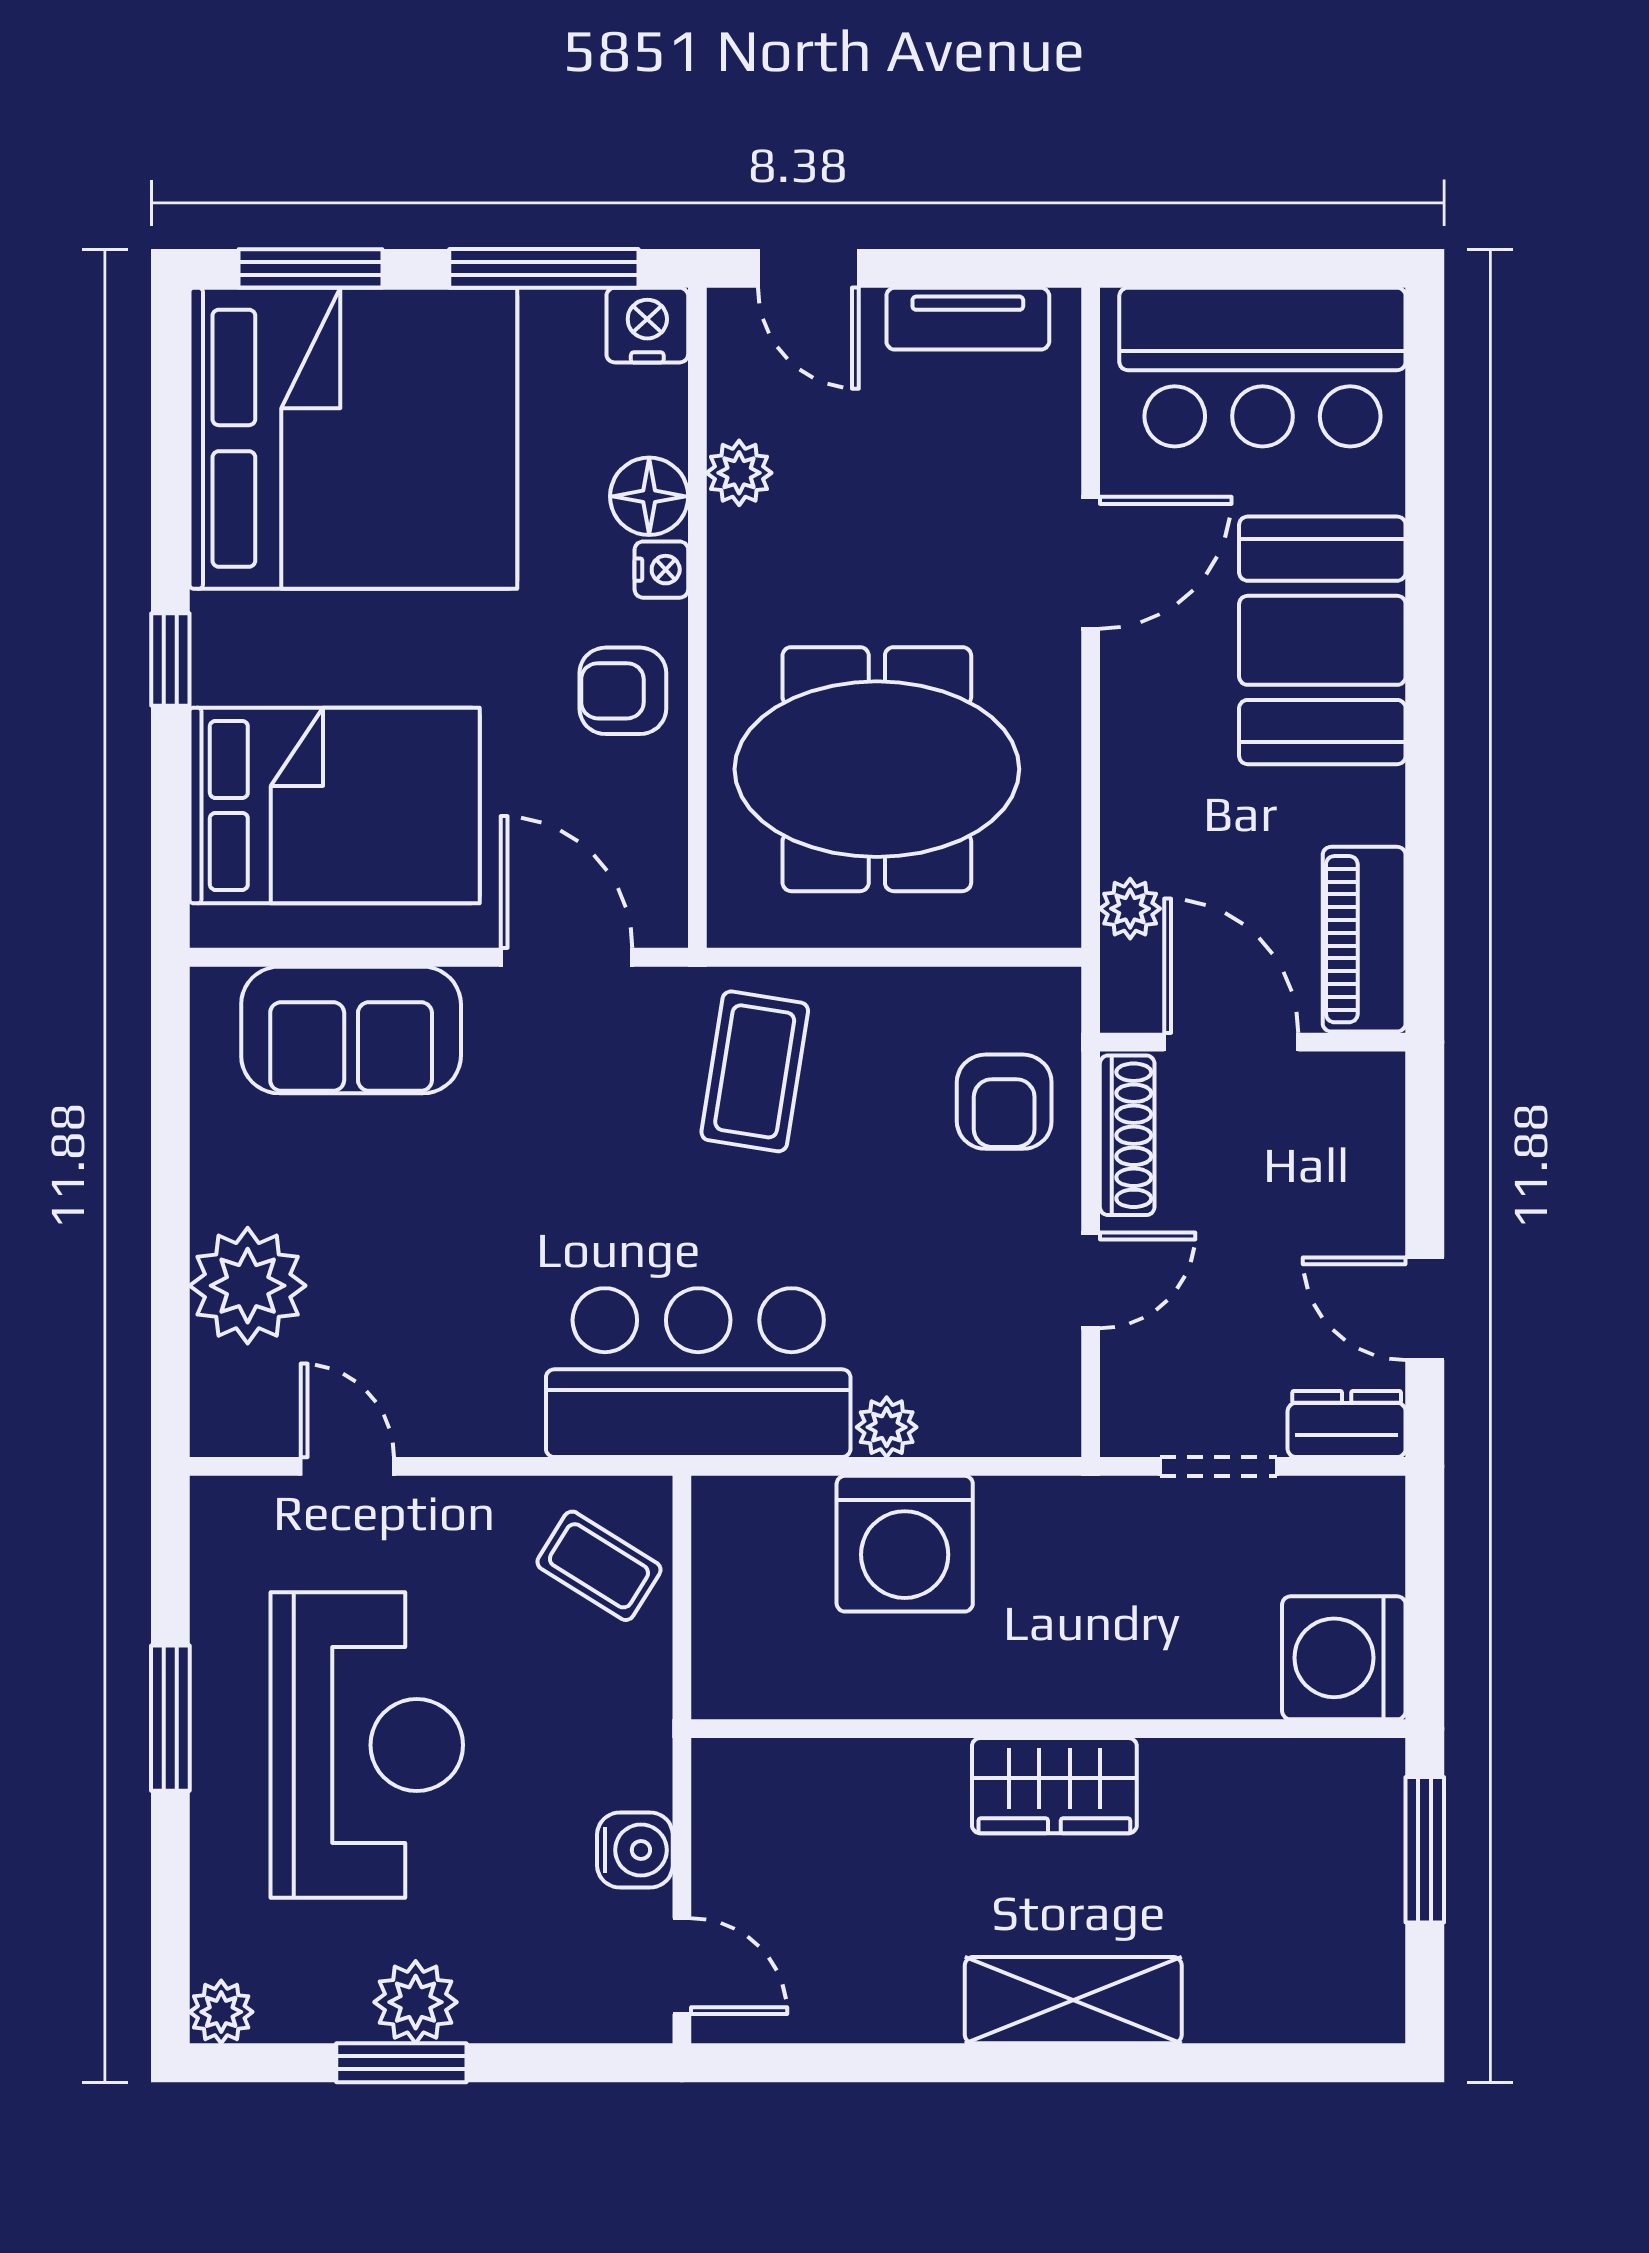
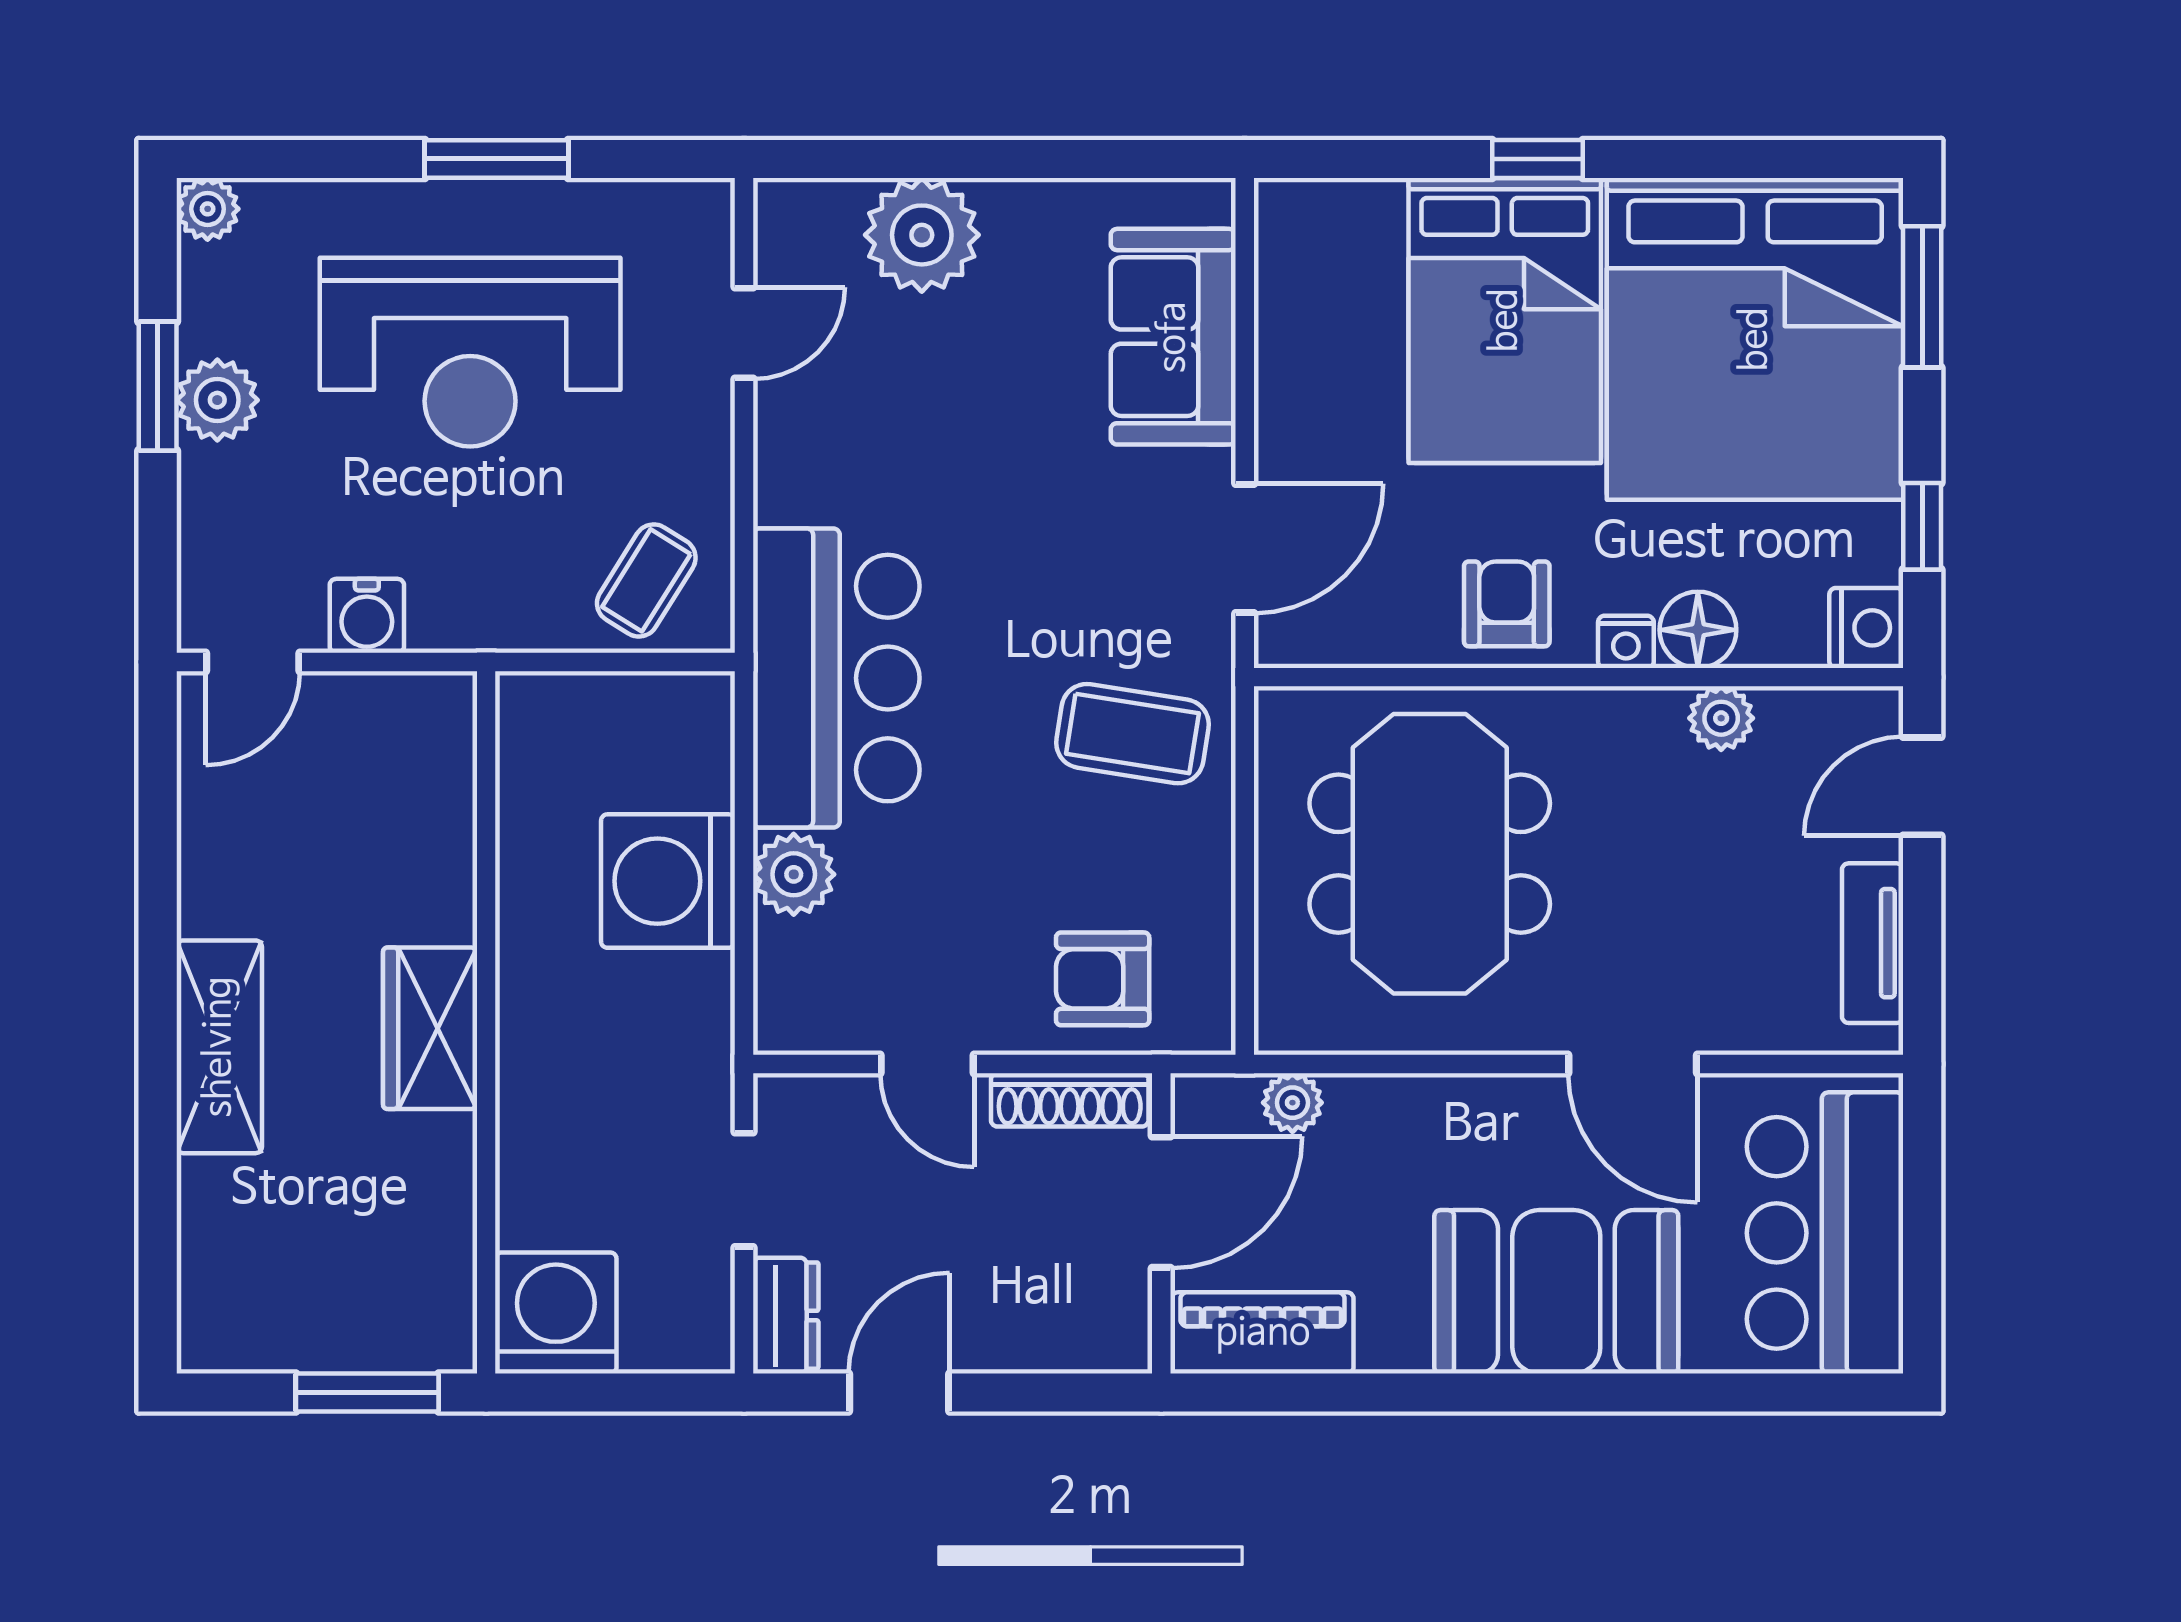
window: (544, 268) -> (1922, 526), width x0.46
bed: (335, 805) -> (1505, 320), moved
plant: (887, 1427) -> (794, 874), width x1.38, depth x1.38

